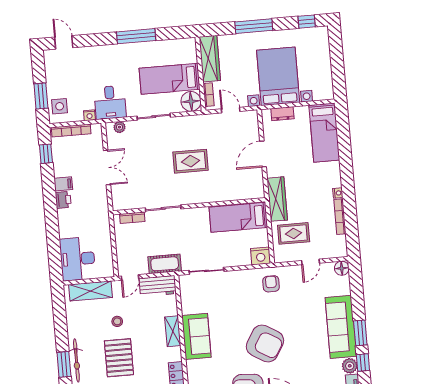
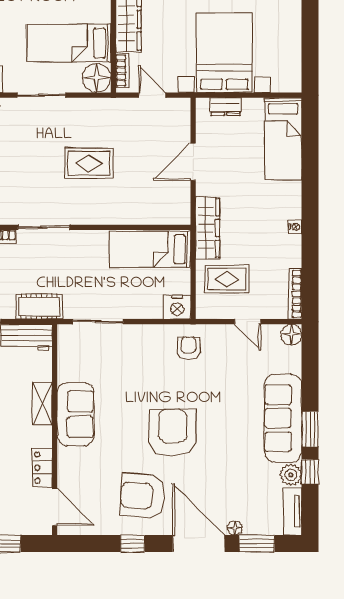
bookcase: (340, 217) -> (295, 294), moved
door: (311, 262) -> (248, 322), hinge flipped
armchair: (265, 343) -> (173, 433), turned -121

